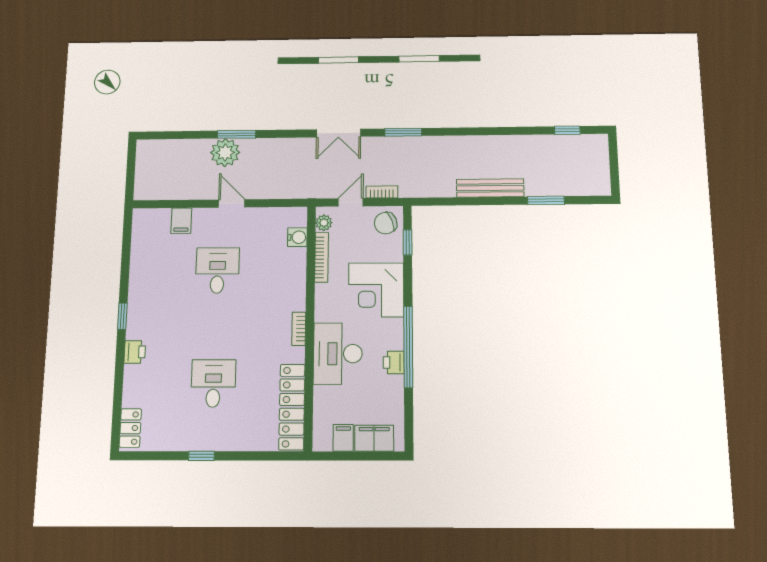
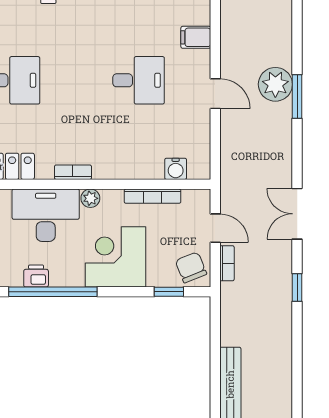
window: (403, 132) -> (297, 288), width x0.67
door: (232, 203) -> (215, 94), hinge flipped
plant: (324, 223) -> (90, 198), moved

